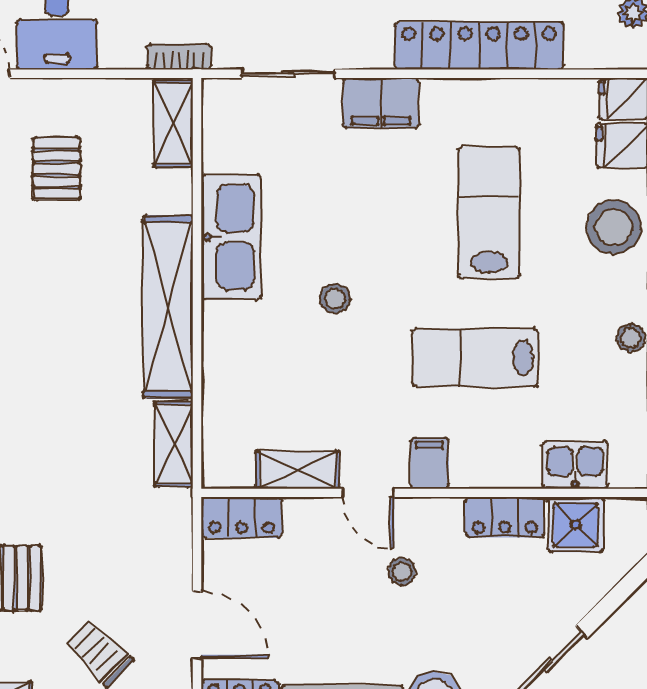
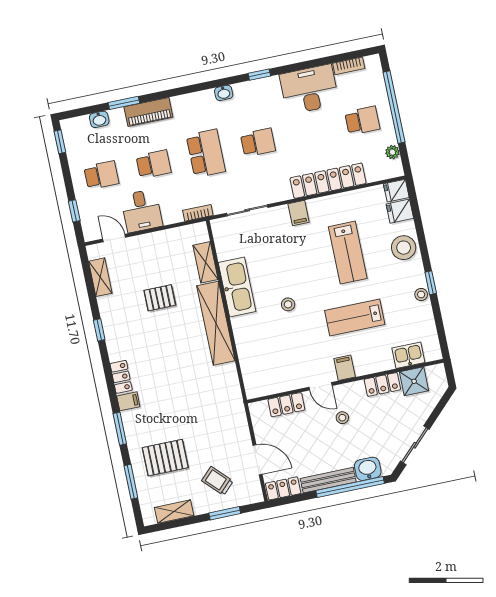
filing cabinet: (381, 103) -> (299, 213), width x0.50
shelving: (173, 123) -> (206, 262), moved
pallet: (56, 169) -> (160, 298), moved, turned 90
lab bench: (489, 212) -> (348, 253), turned 180
shelving: (174, 444) -> (231, 383), removed
shelving: (297, 470) -> (287, 383), removed
locker: (242, 517) -> (286, 405), moved

